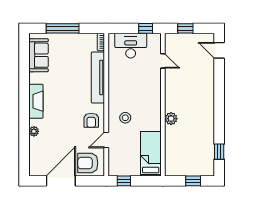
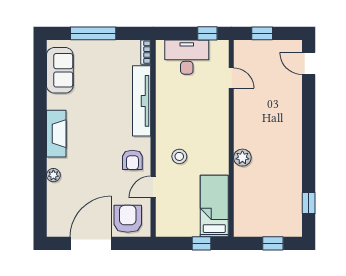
armchair: (88, 163) -> (128, 219), turned 90
window: (124, 181) -> (202, 243), moved

